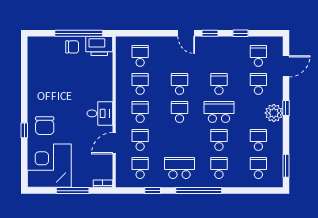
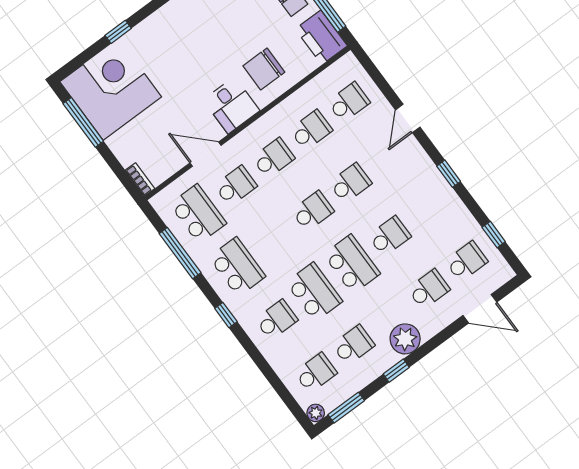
door: (186, 33) -> (408, 118), moved
window: (241, 33) -> (494, 235), moved
window: (286, 108) -> (396, 371), moved
chair: (45, 126) -> (264, 69), moved
window: (24, 130) -> (118, 32), moved
school desk: (219, 140) -> (314, 292), width x1.85
school desk: (140, 168) -> (198, 214), width x1.85
plant: (278, 182) -> (316, 413), added
window: (73, 191) -> (83, 122), moved
window: (153, 191) -> (180, 253), width x2.17
window: (199, 191) -> (226, 315), width x0.32

